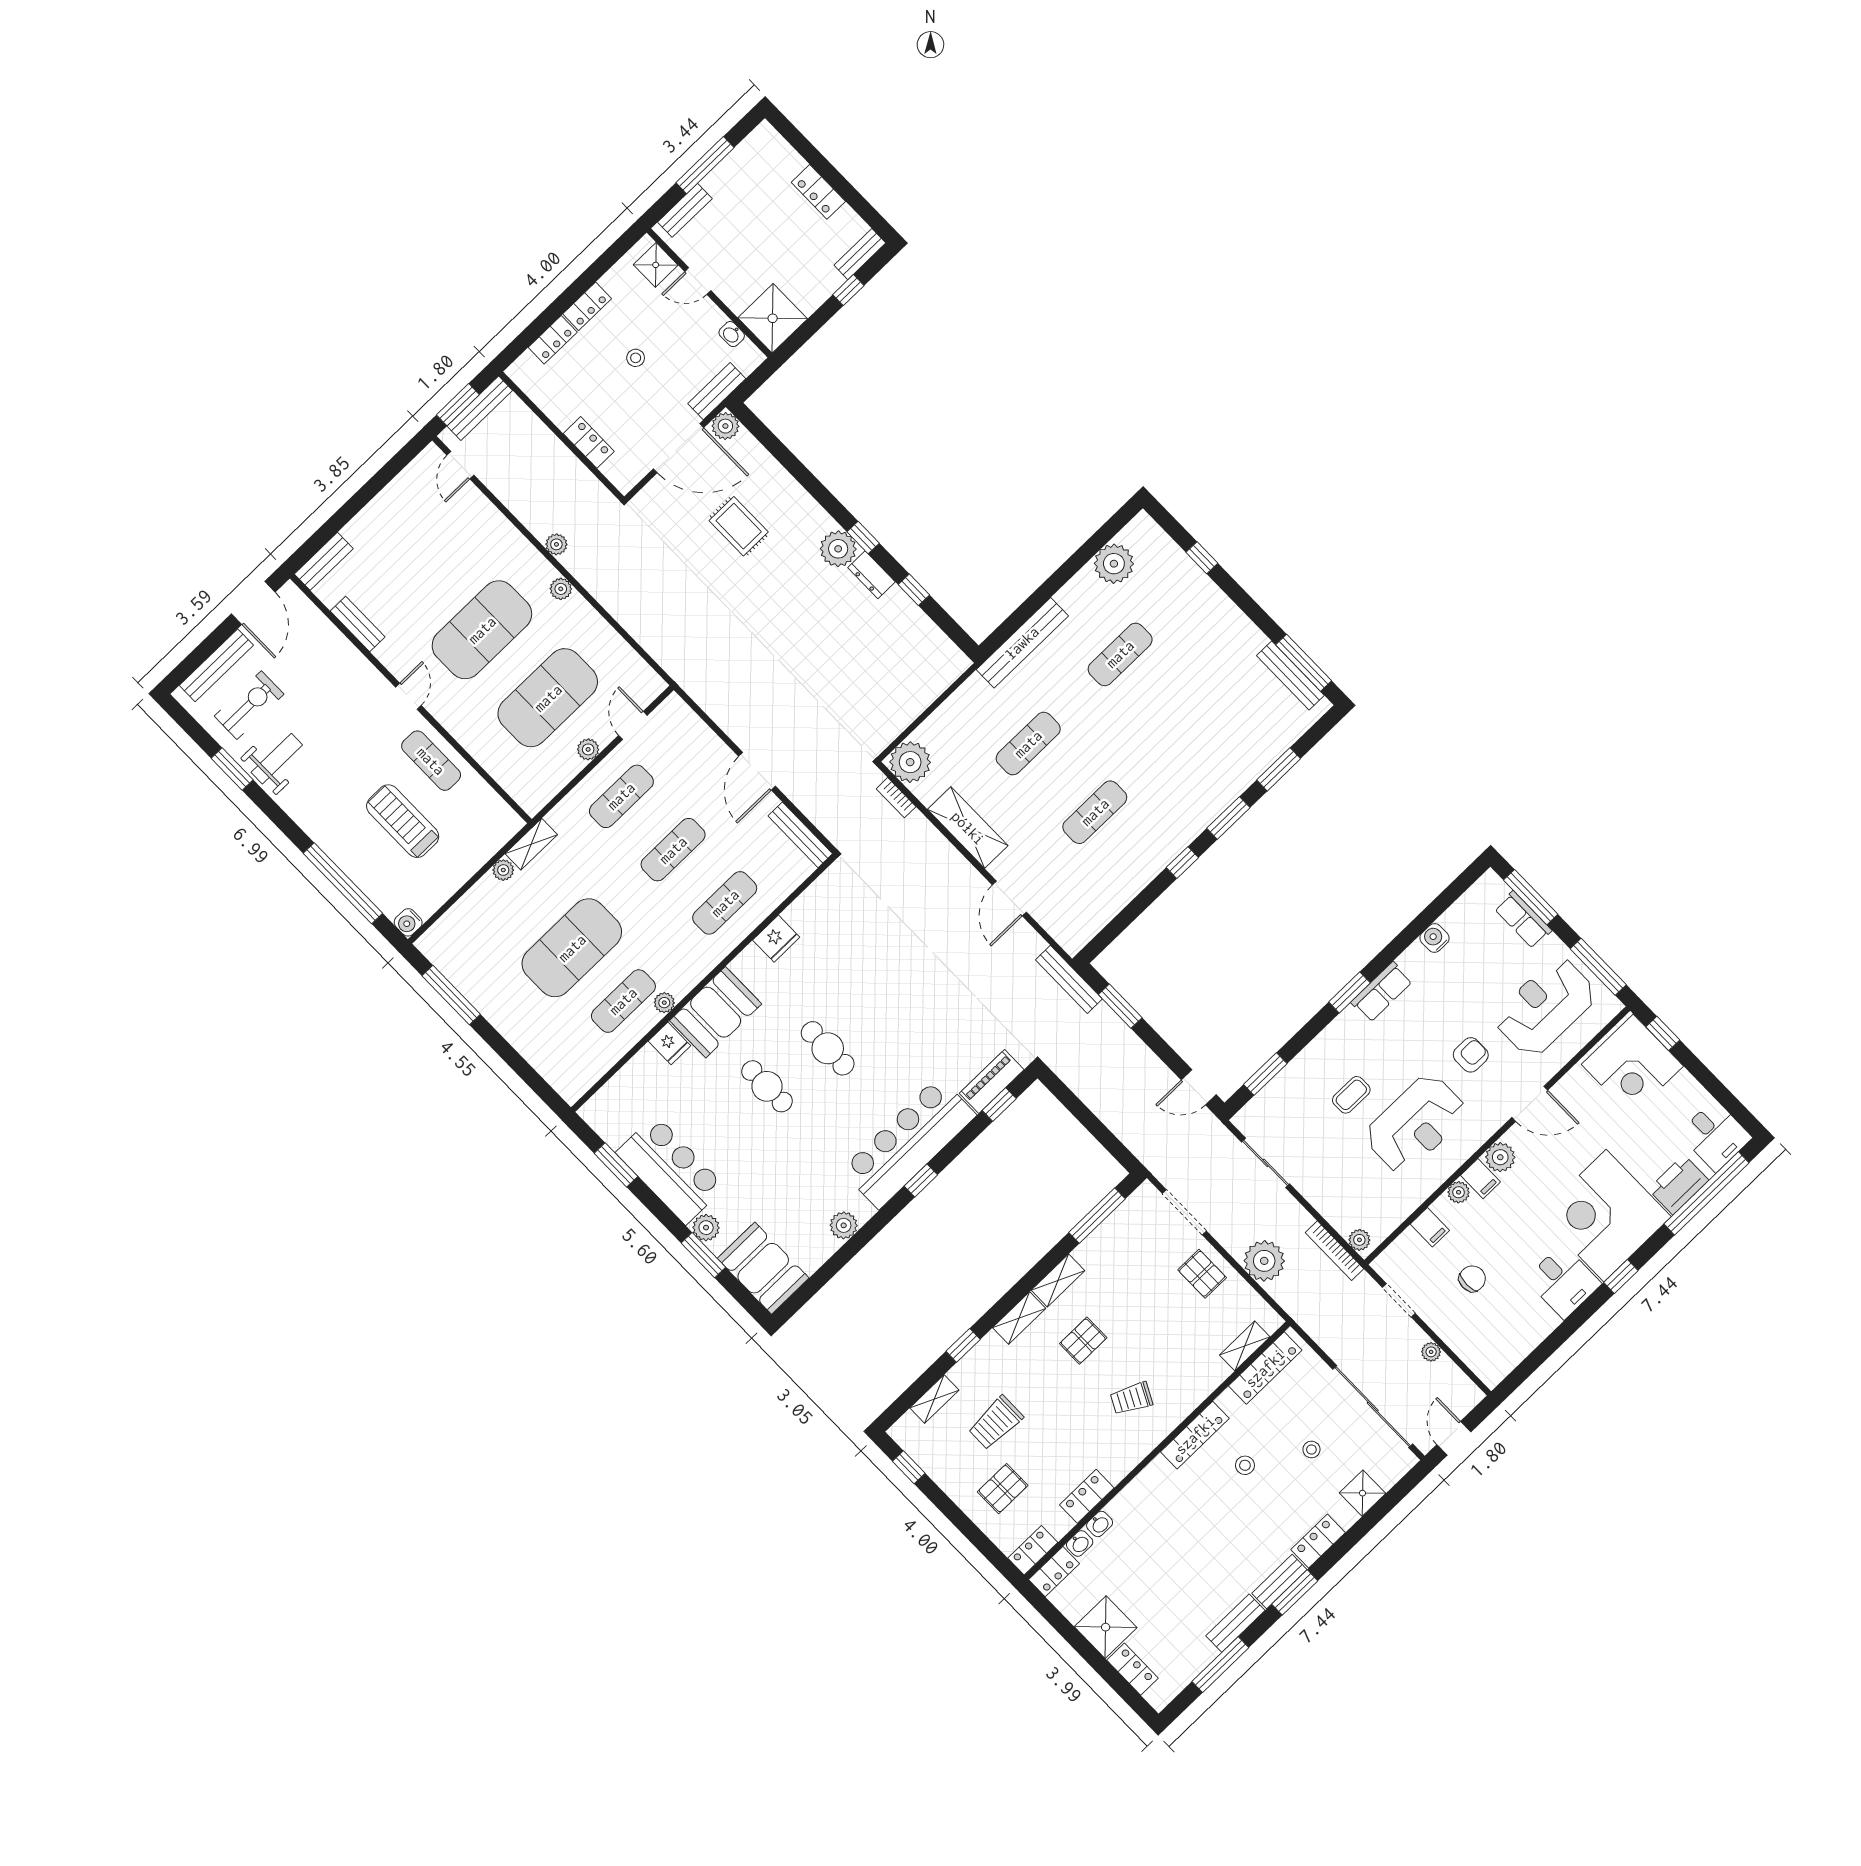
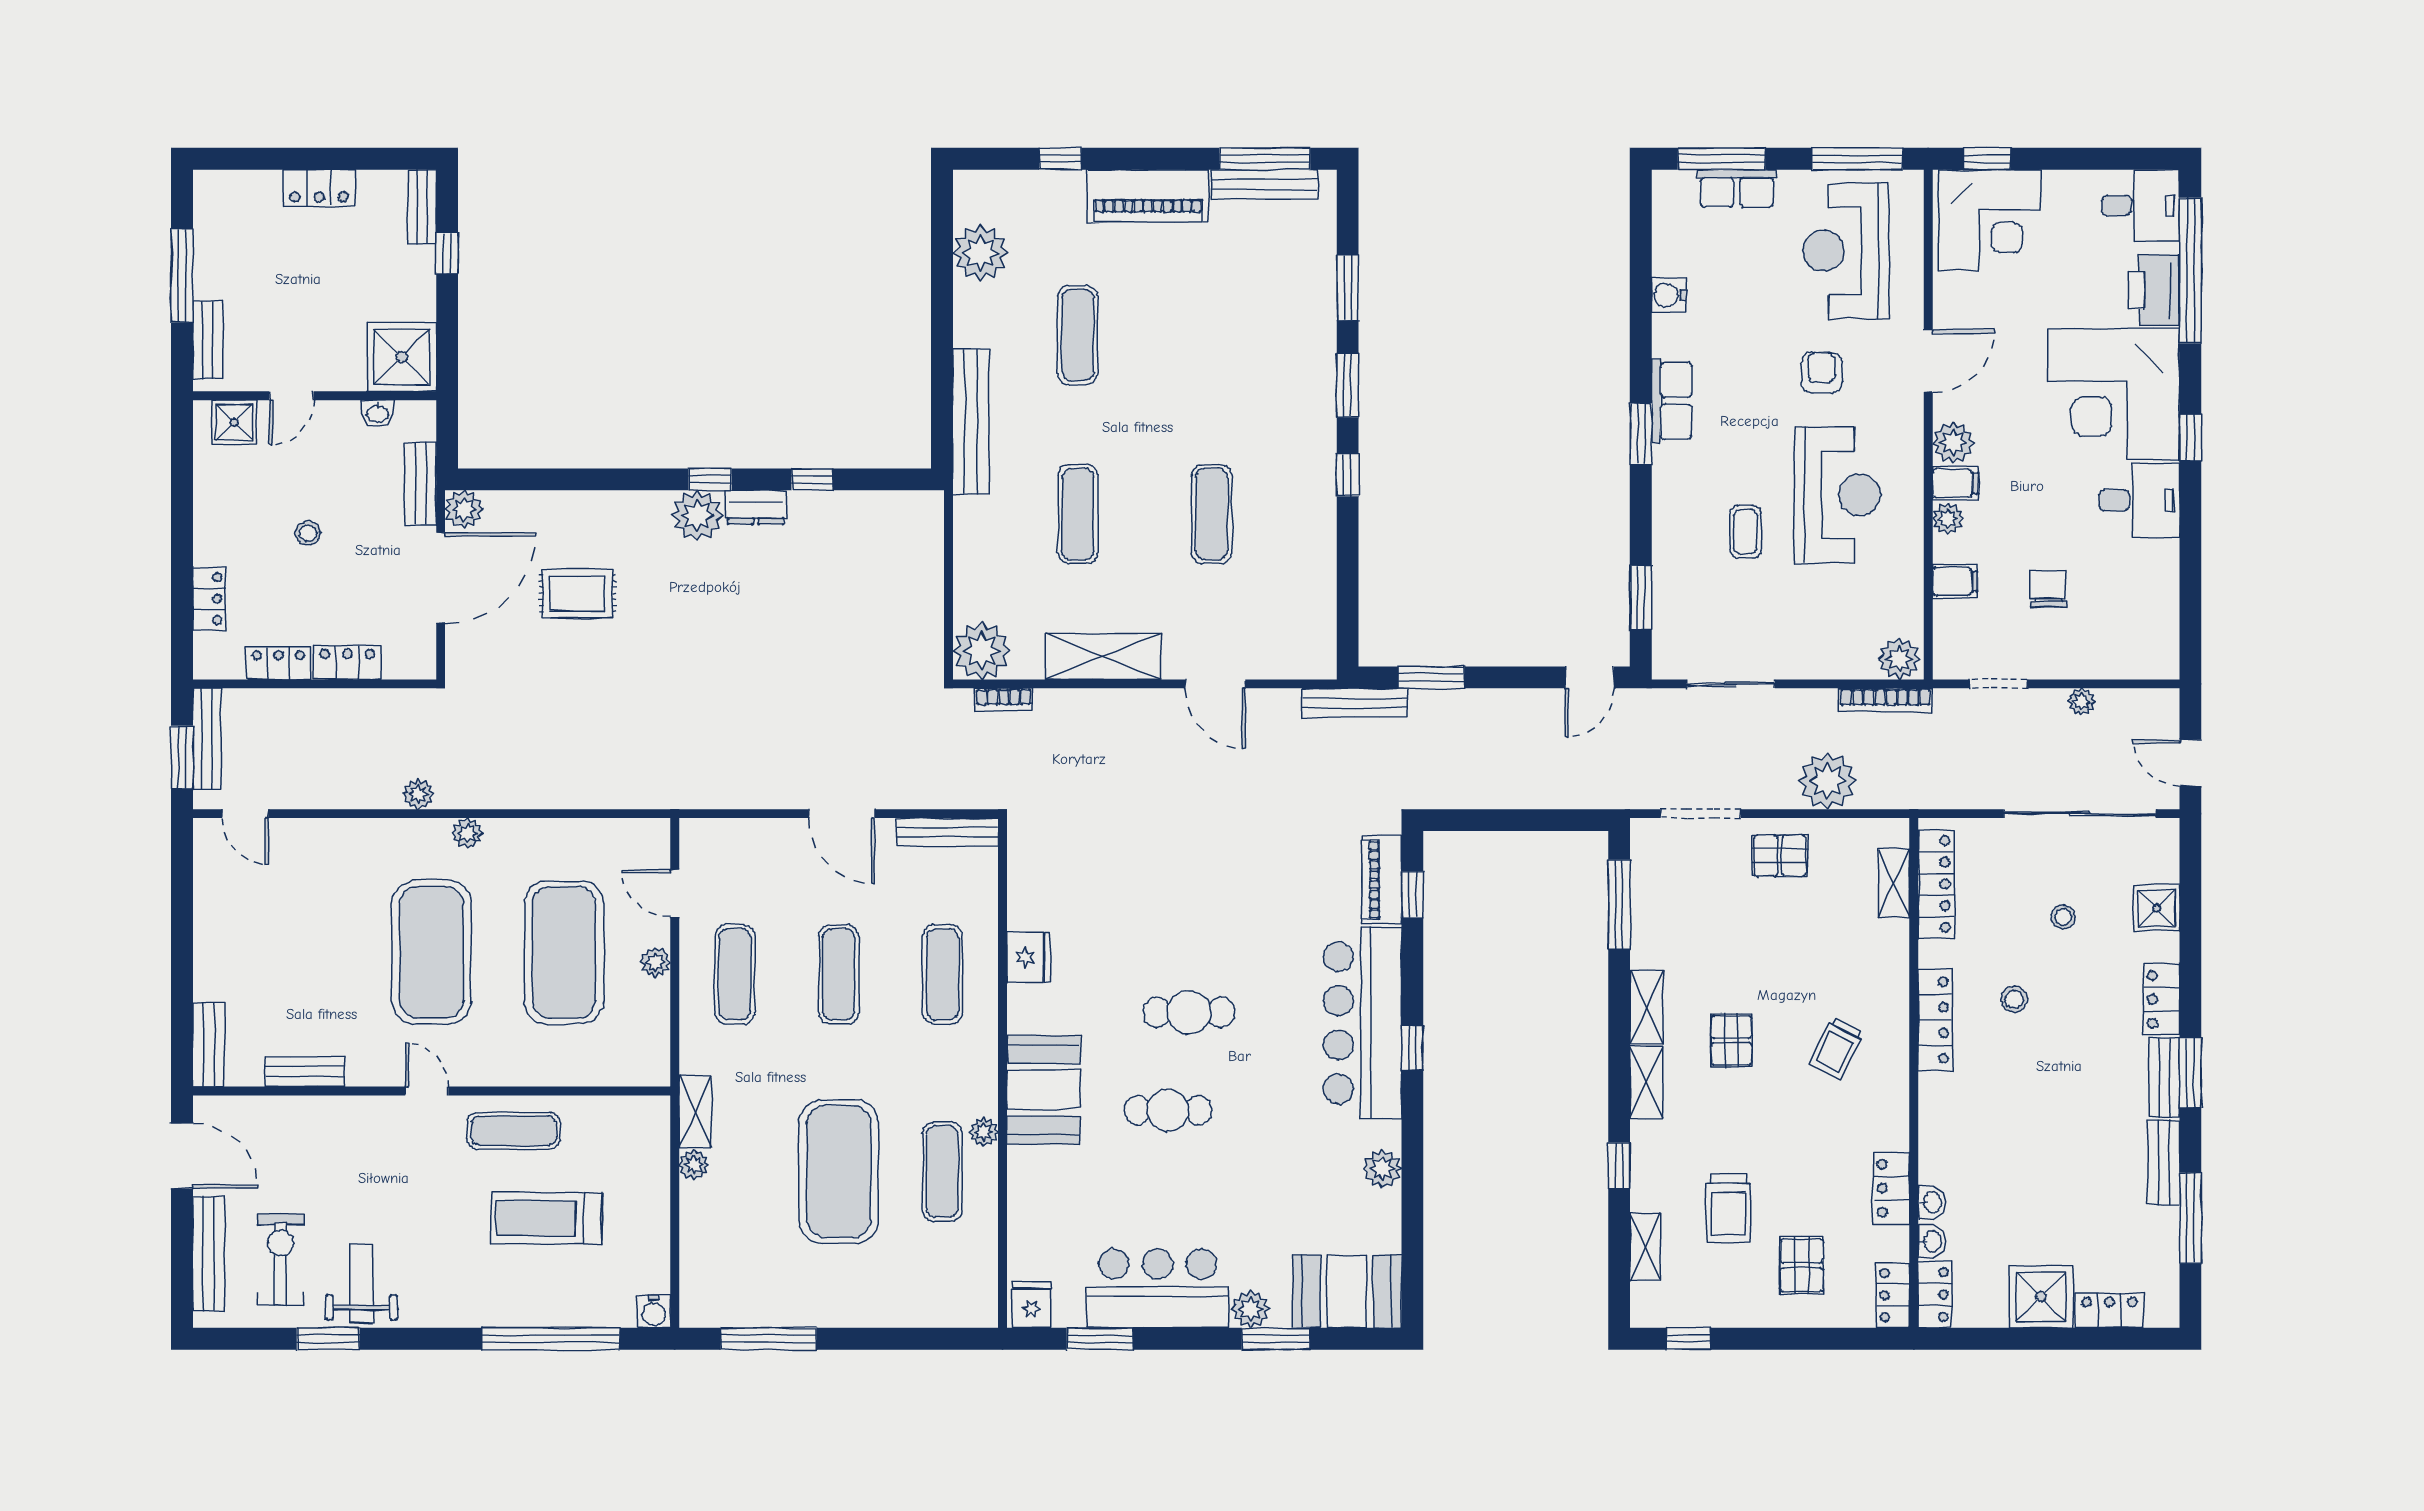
locker: (587, 306) -> (278, 663), moved, turned -90
piano: (1226, 621) -> (1148, 196), added
fridge: (669, 1043) -> (1032, 1305), moved, turned -90
plant: (1359, 1240) -> (1899, 659), width x1.38, depth x1.38

